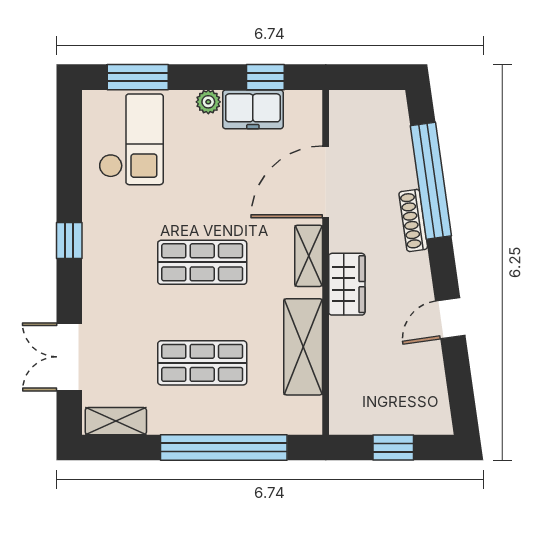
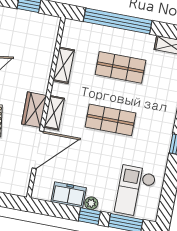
window: (265, 77) -> (89, 216), moved
wardrobe: (347, 284) -> (34, 110), moved
shelving: (303, 347) -> (64, 65), width x0.67, depth x0.75

